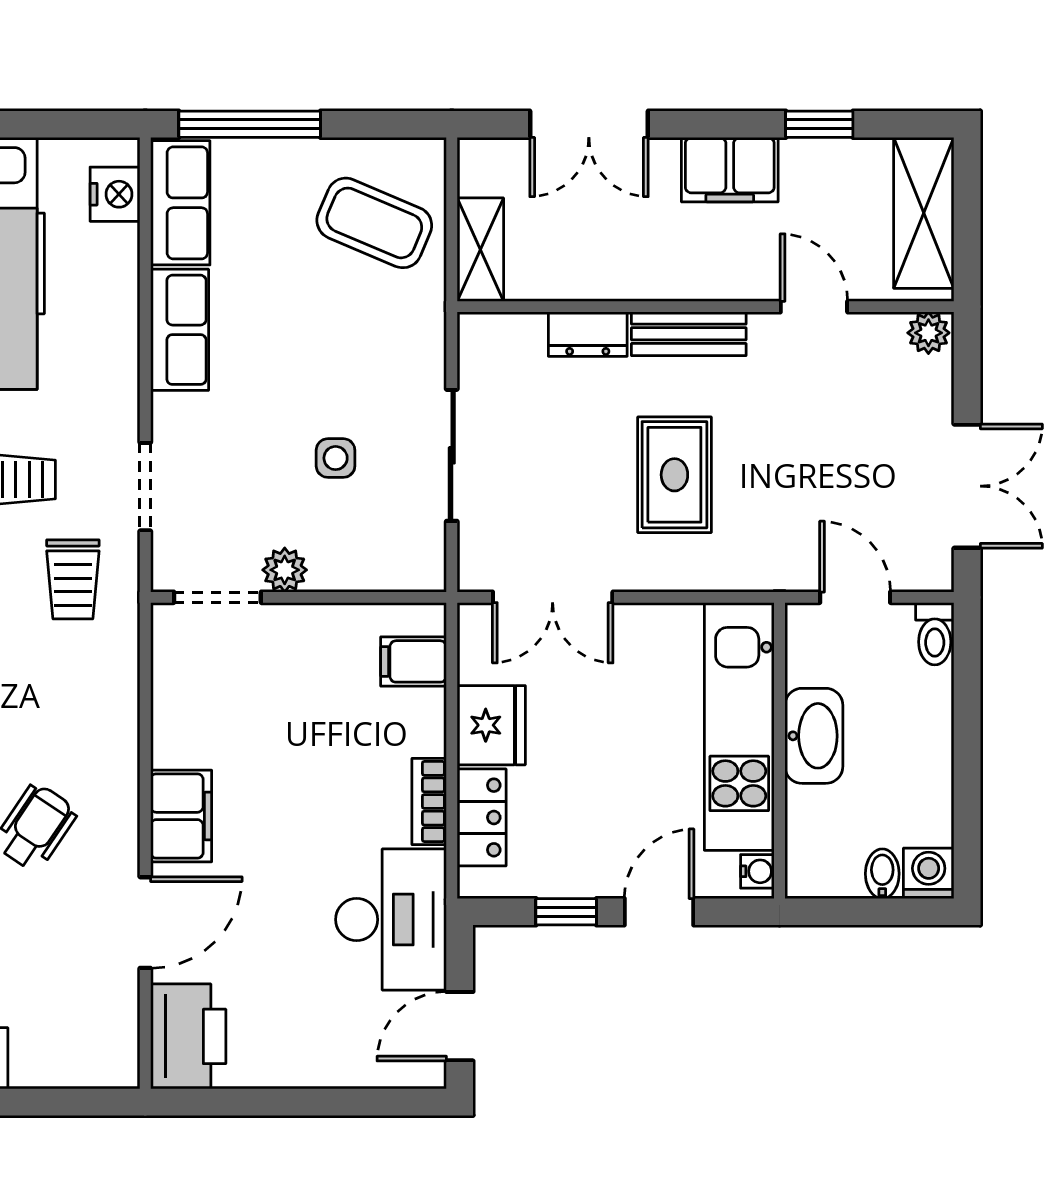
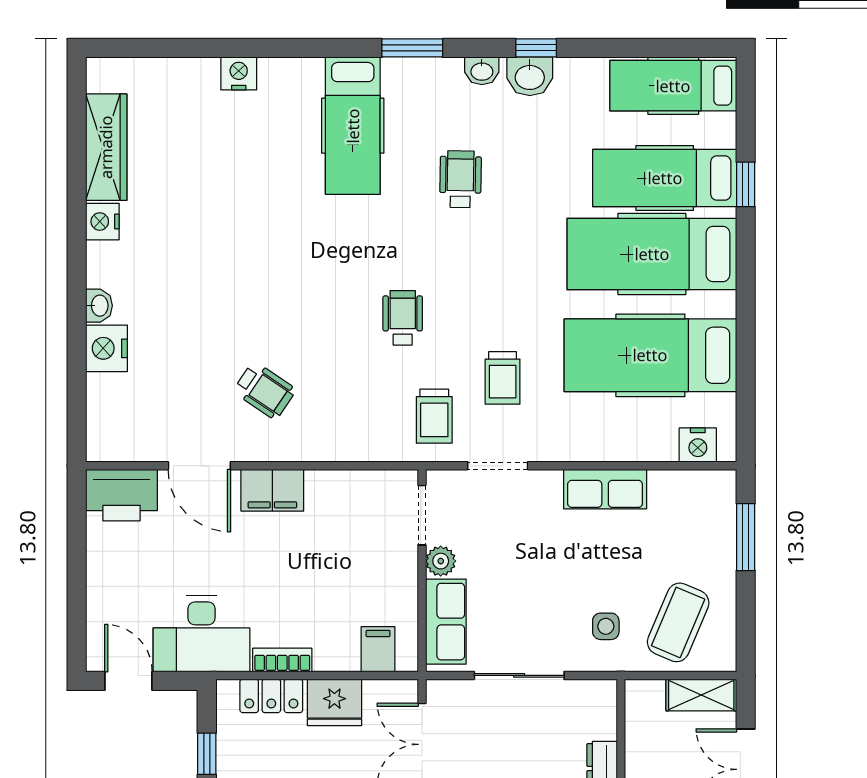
window: (250, 124) -> (746, 537), width x0.69
row of seats: (180, 203) -> (446, 622), moved, turned -90
shelving: (480, 250) -> (701, 695), moved
side table: (336, 458) -> (606, 626), moved
trolley: (73, 579) -> (434, 416), turned -90

